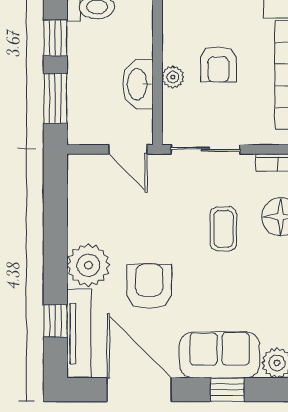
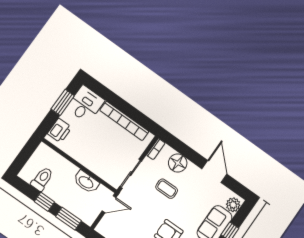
armchair: (219, 64) -> (101, 145), removed
plant: (173, 77) -> (93, 166), removed

